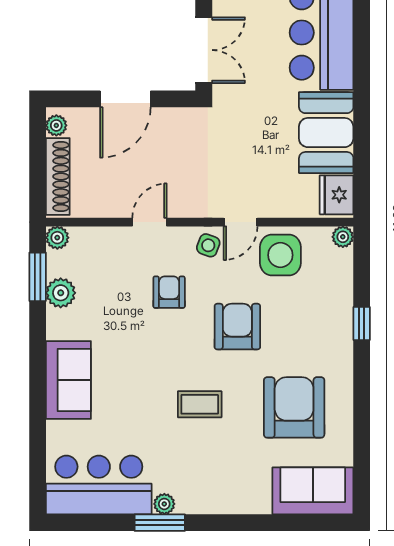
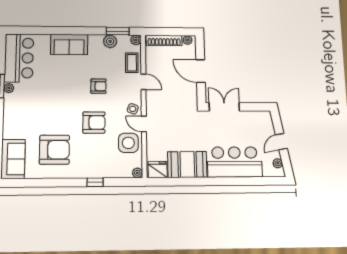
double door: (204, 50) -> (224, 107), swing flipped
armchair: (169, 292) -> (99, 86), moved
coffee table: (200, 404) -> (132, 63), moved

